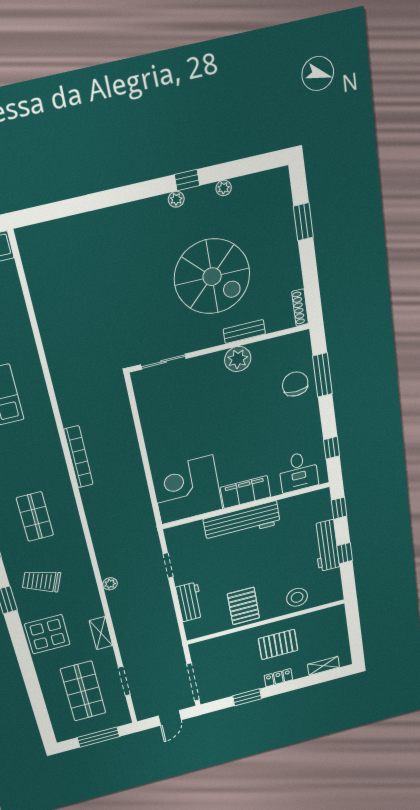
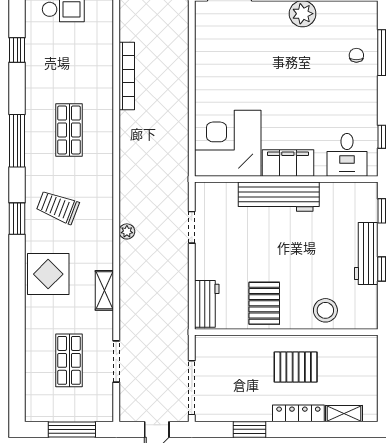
chair: (295, 384) -> (356, 55), width x0.54, depth x0.54
workbench: (190, 602) -> (207, 304), moved
locker: (278, 678) -> (298, 413), width x1.53
shop shelf: (83, 691) -> (69, 360), width x0.70, depth x0.74

